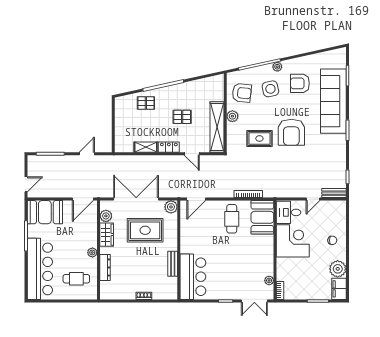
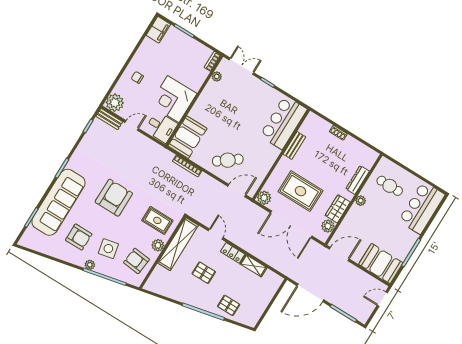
rug: (259, 138) -> (157, 220), moved
door: (87, 154) -> (310, 293), width x1.87
cafe table: (232, 219) -> (228, 160), moved, turned 53
bar counter: (40, 269) -> (422, 208), width x0.73
plant: (338, 269) -> (115, 103), moved

